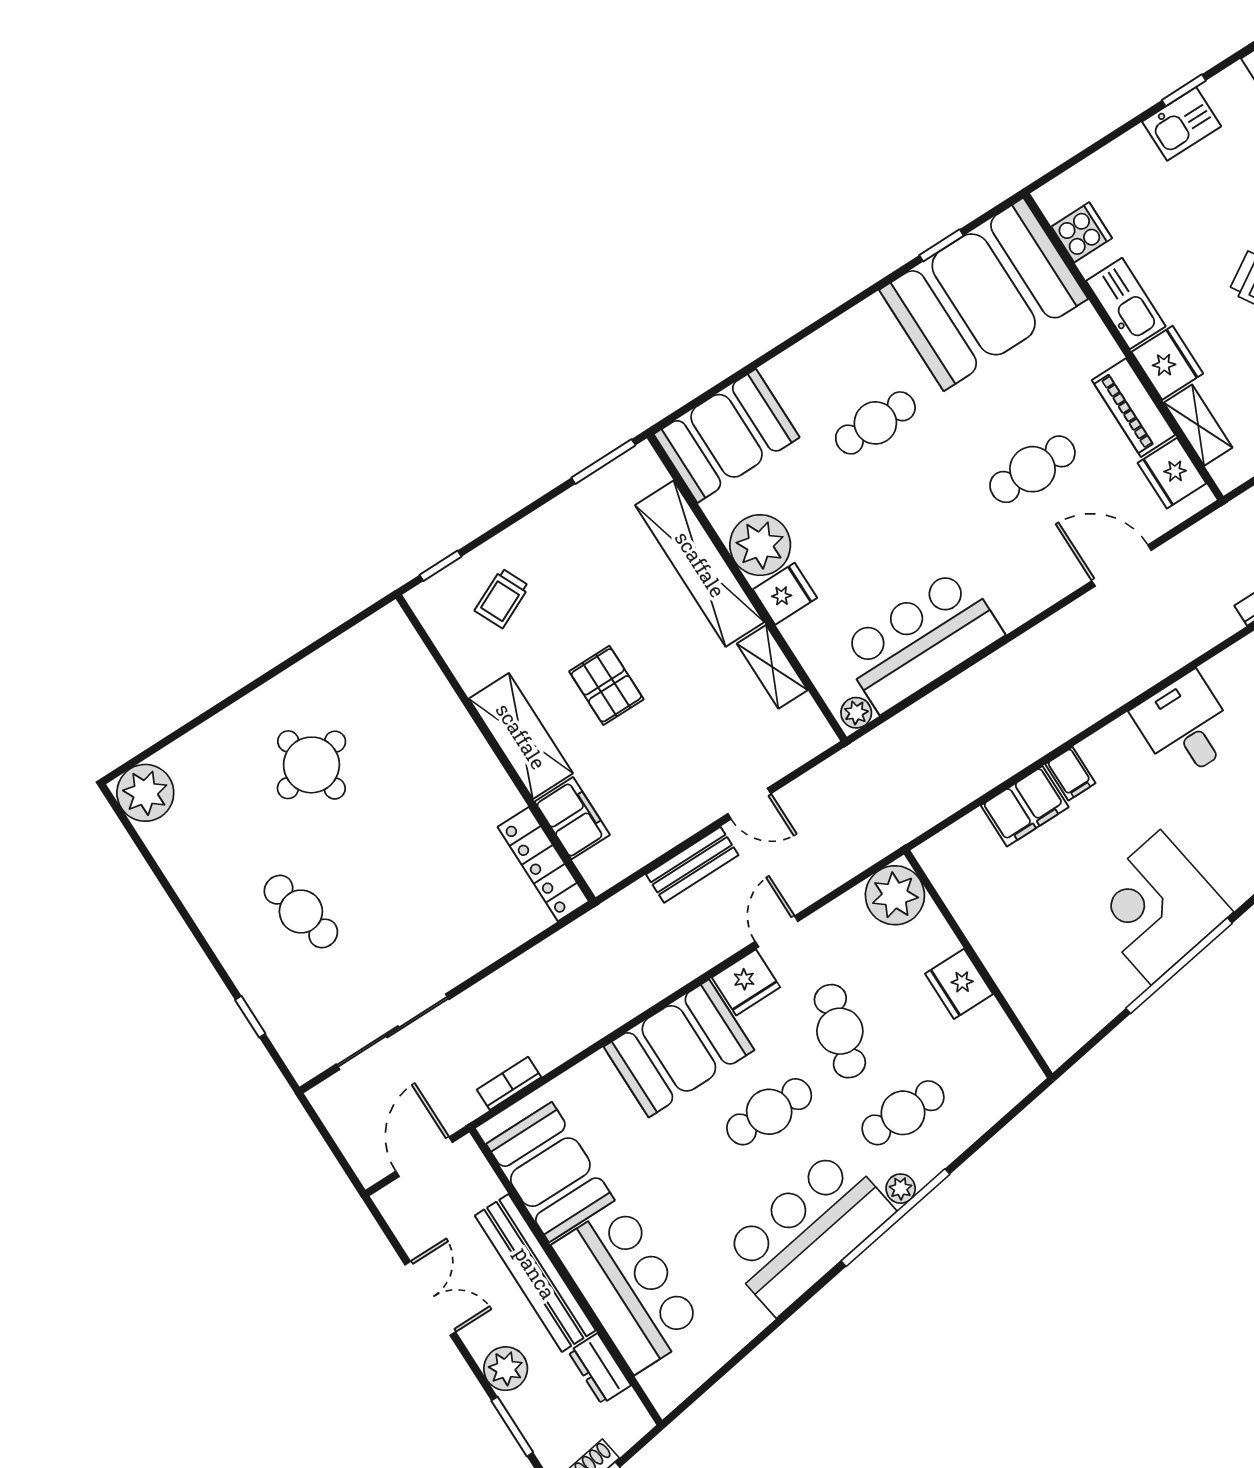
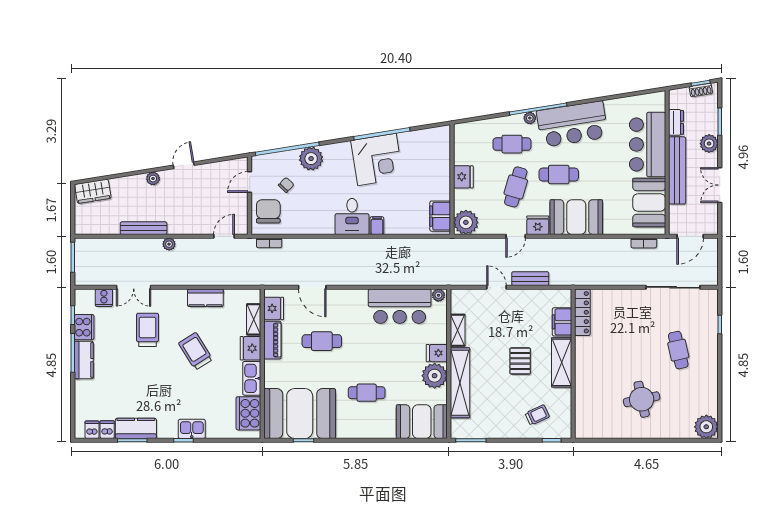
cooker: (1082, 232) -> (248, 413), width x1.87, depth x1.31
desk: (1185, 726) -> (352, 216), moved
filing cabinet: (1025, 806) -> (440, 216), moved, turned -90

